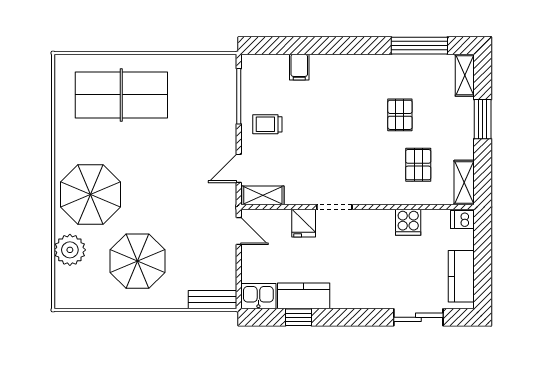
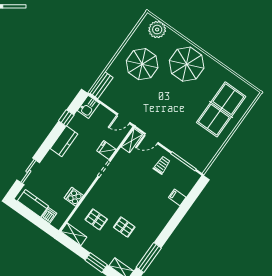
door: (239, 168) -> (151, 138), swing flipped
dishwasher: (462, 220) -> (49, 215), moved
plant: (70, 250) -> (157, 30), moved
kitchen counter: (304, 296) -> (64, 141), moved

